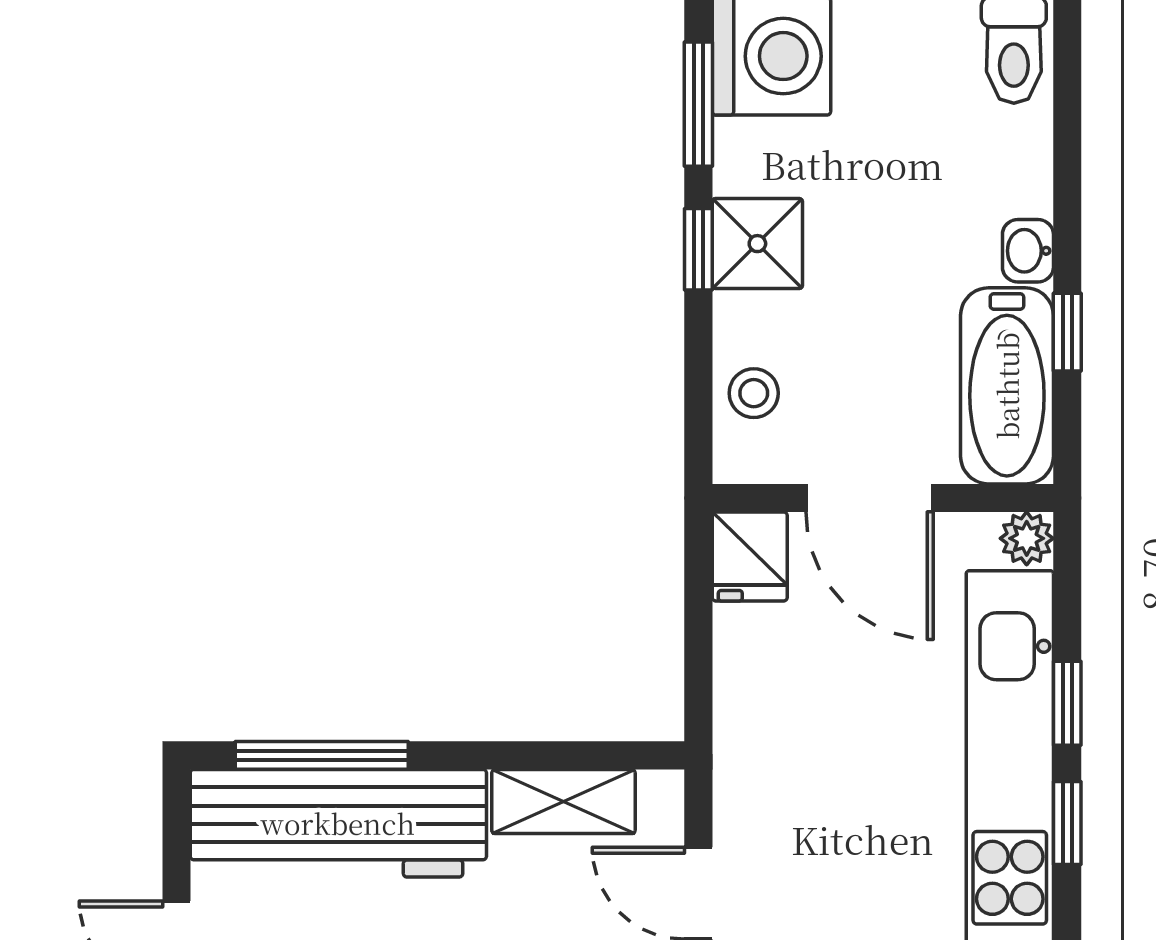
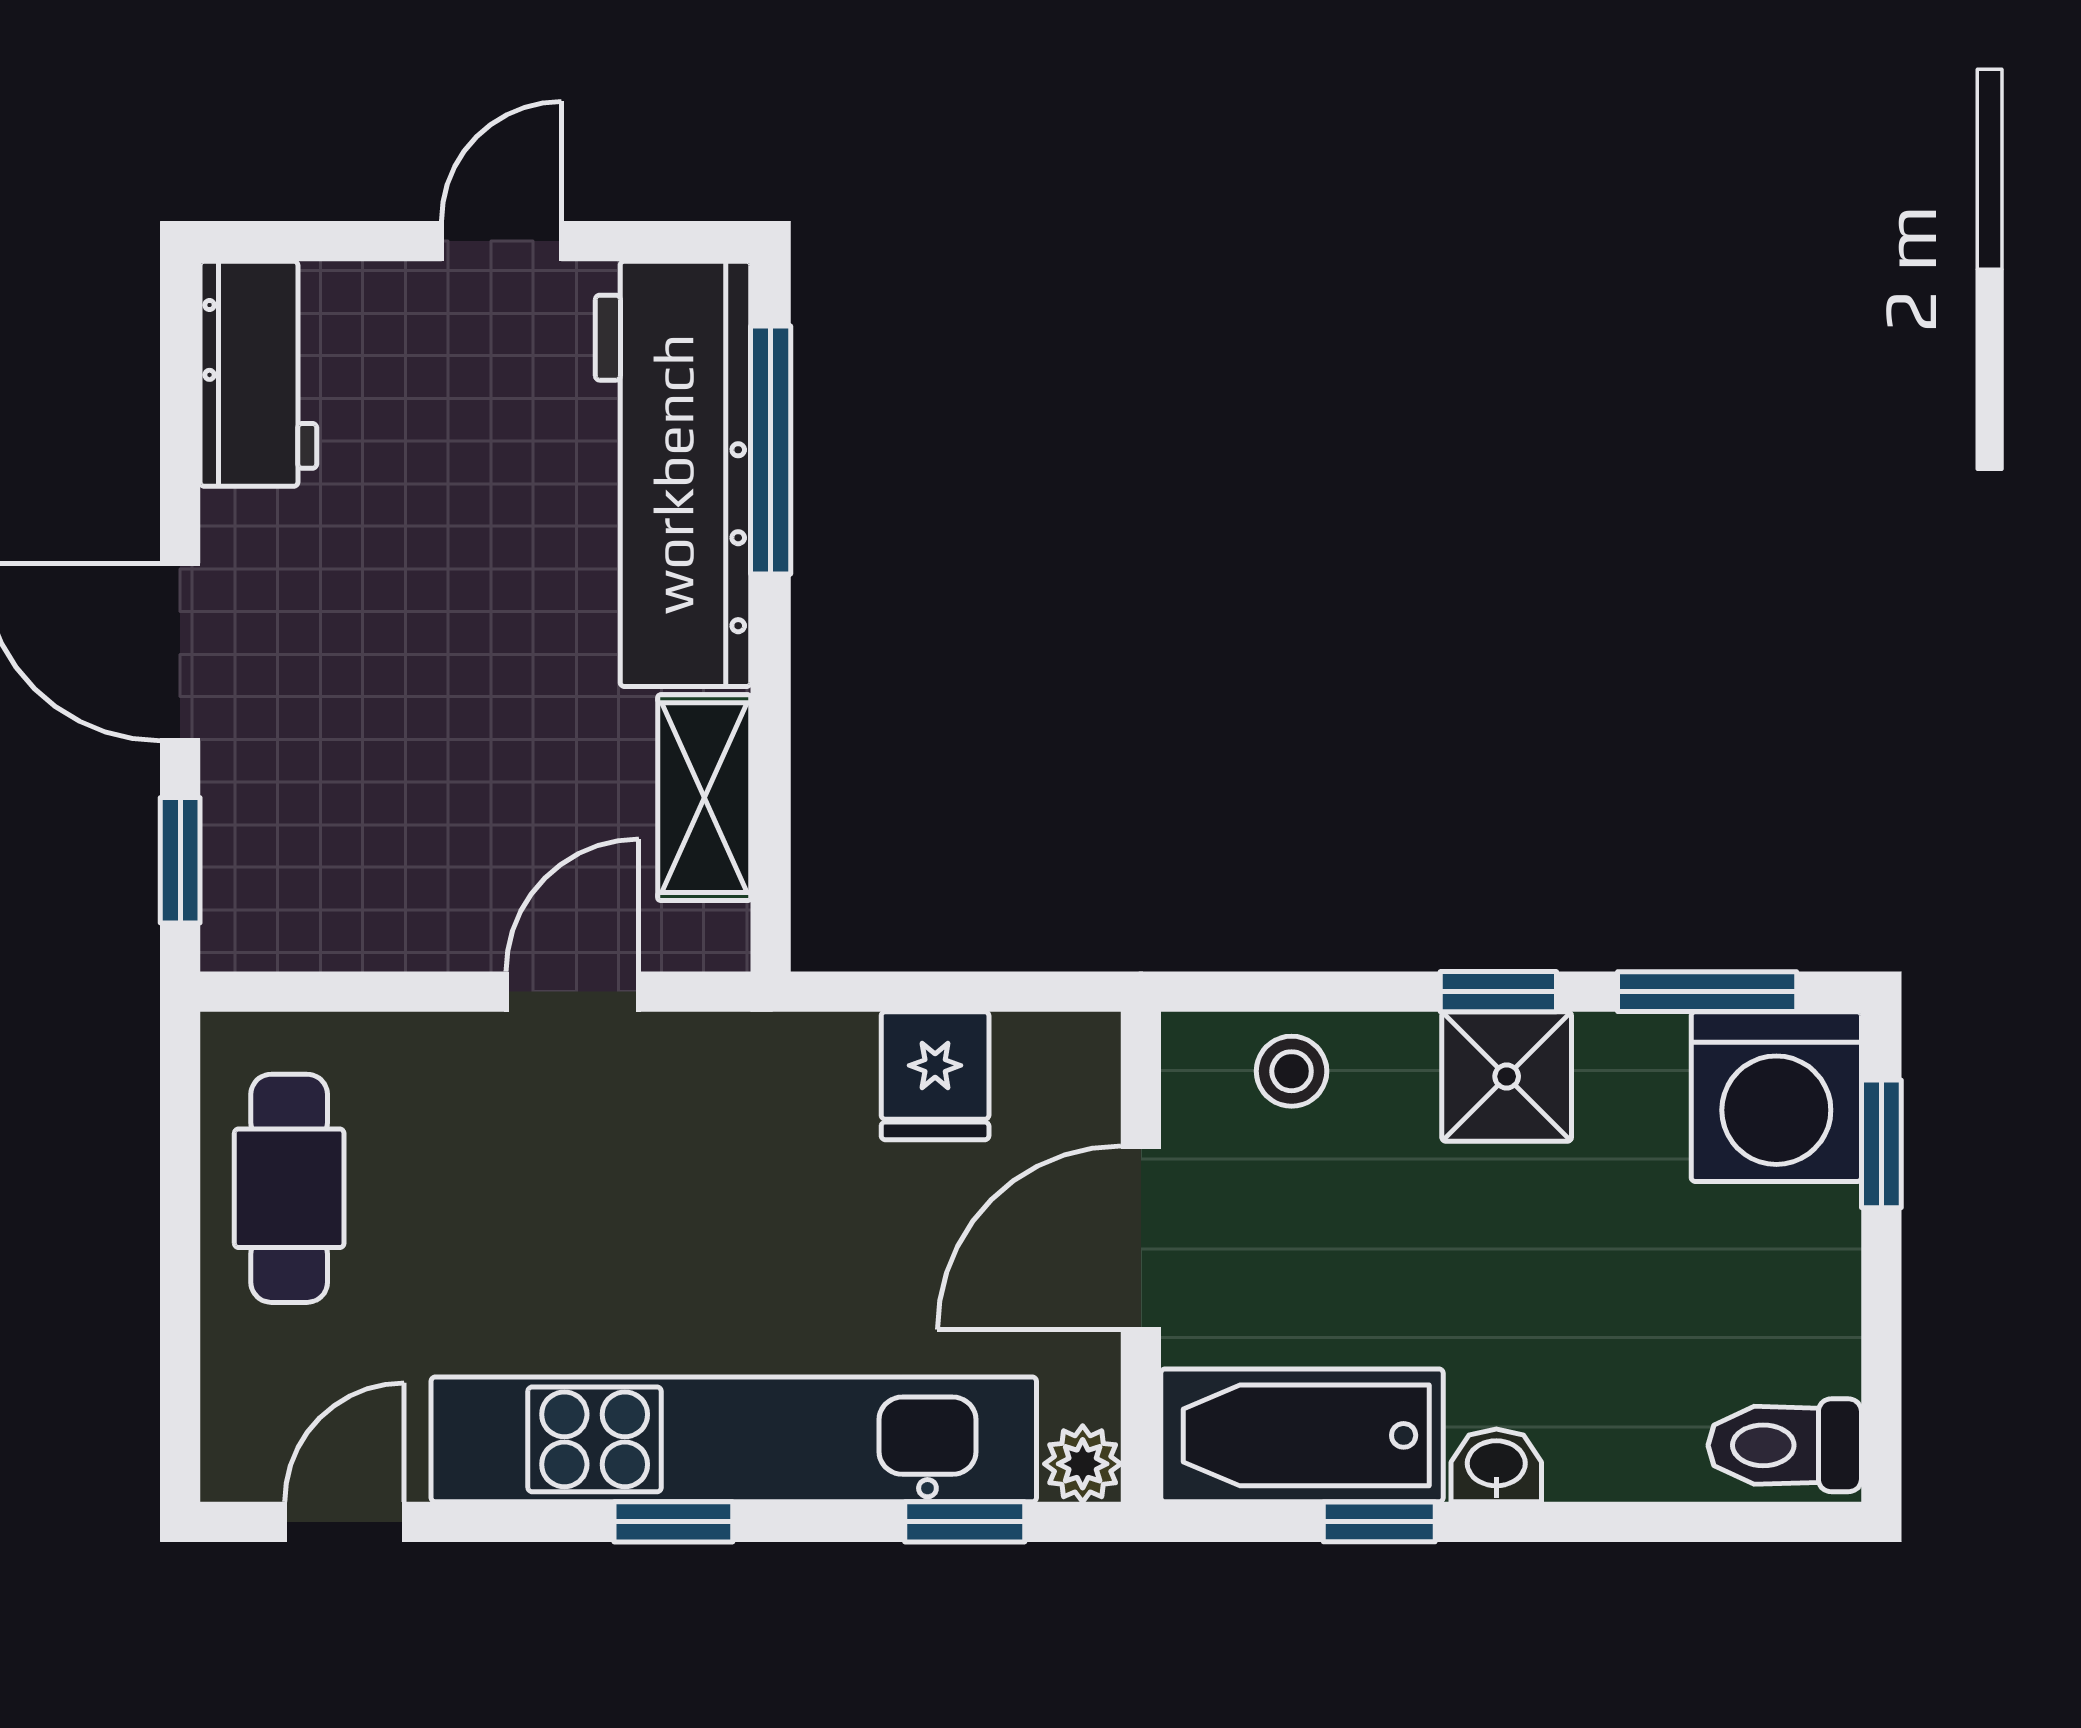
fridge: (750, 556) -> (935, 1076), moved, turned -90
window: (1067, 703) -> (965, 1522), moved

